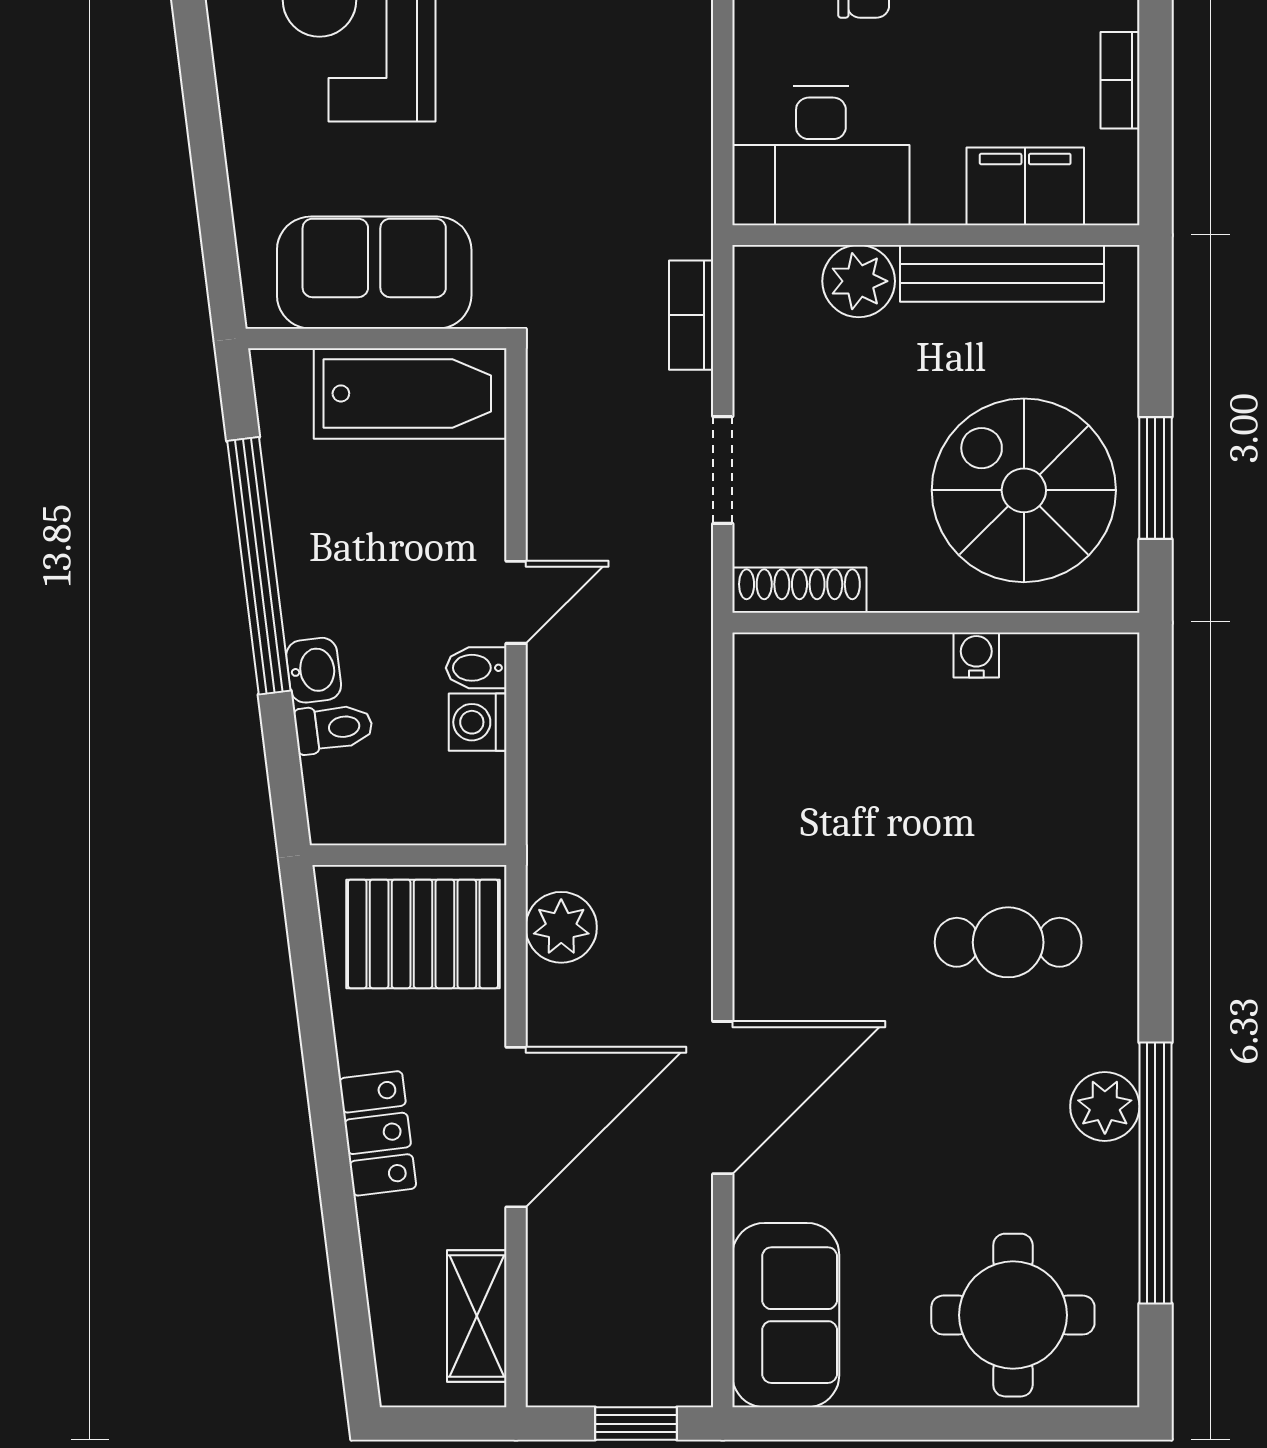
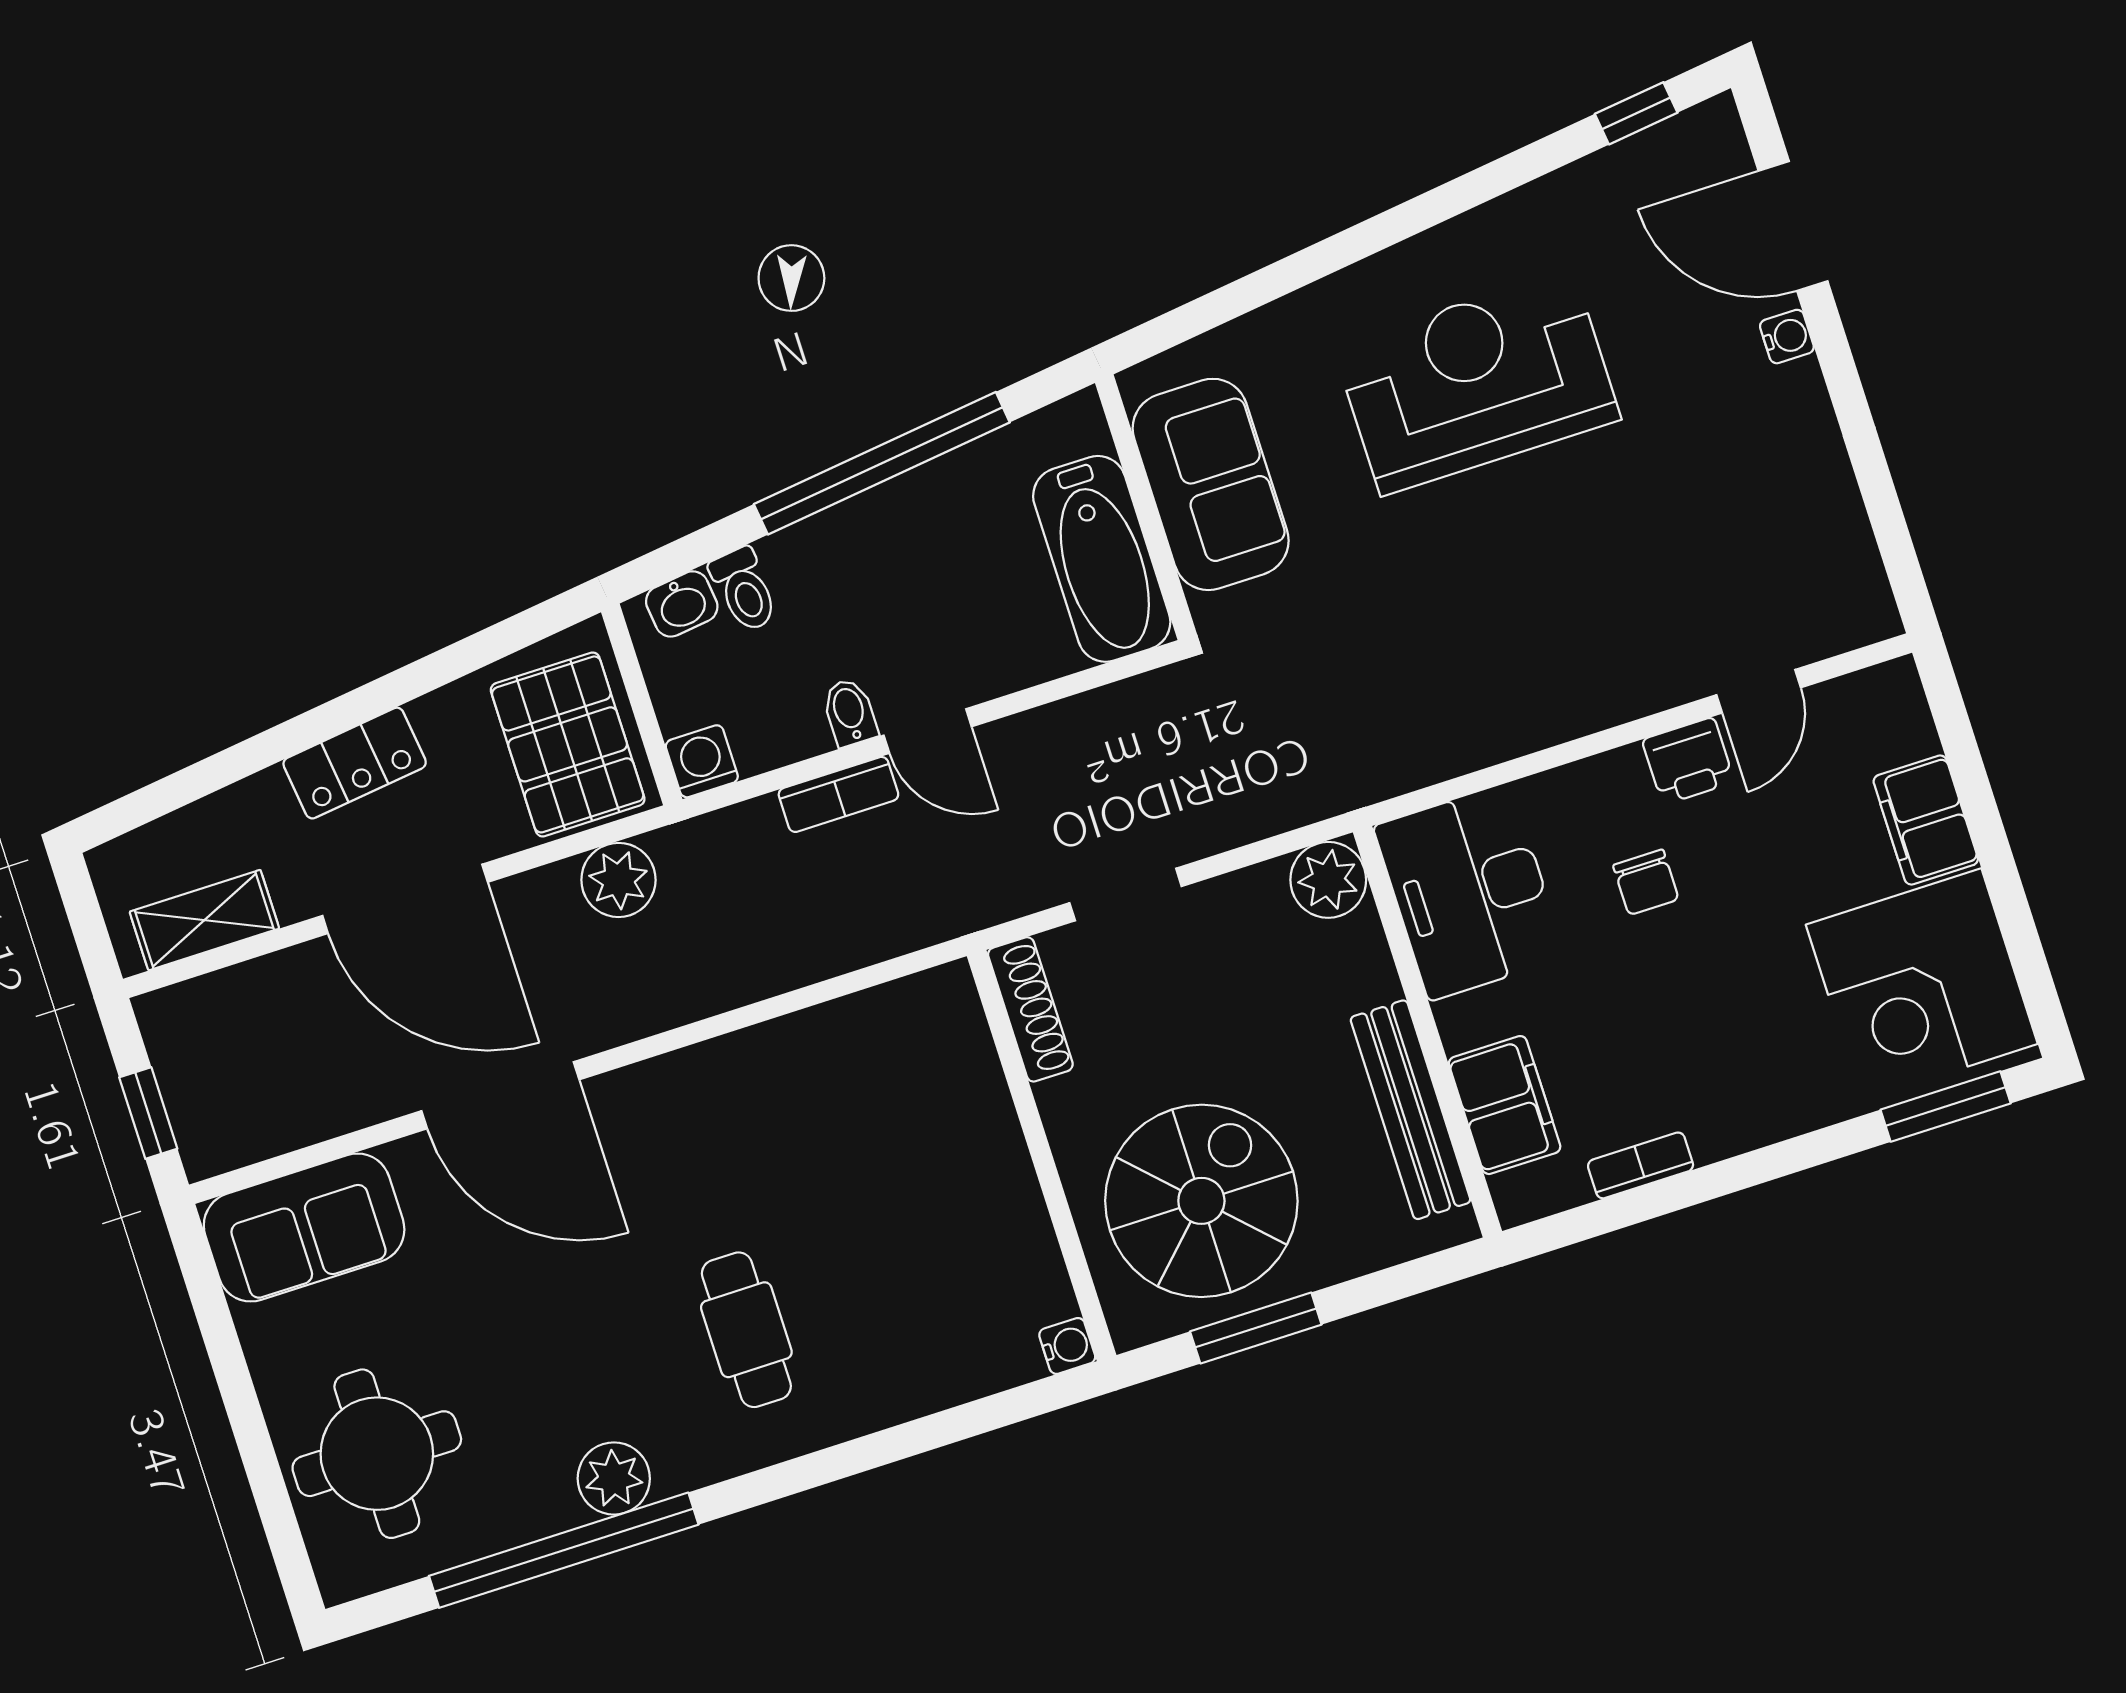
plant: (859, 281) -> (1328, 880), moved
bookcase: (691, 315) -> (838, 794), moved, turned 180
water cooler: (976, 655) -> (1067, 1346), moved
washbasin: (314, 670) -> (682, 604), moved
washing machine: (478, 722) -> (702, 761), moved

